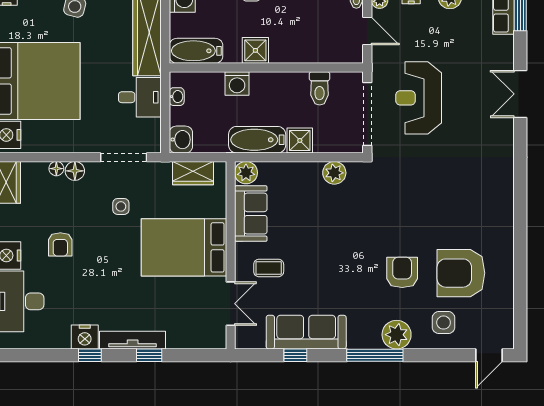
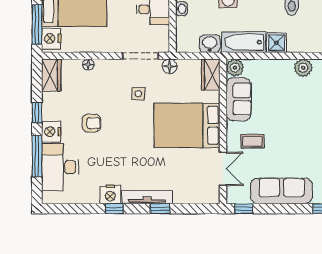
washbasin: (181, 140) -> (210, 44), moved, turned -90
floor lamp: (75, 171) -> (170, 66), moved
wardrobe: (193, 173) -> (211, 75), moved, turned 90
armchair: (60, 244) -> (91, 123), turned -90
window: (295, 355) -> (244, 209), moved

